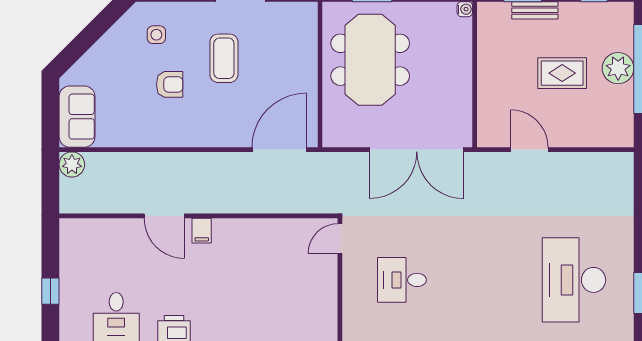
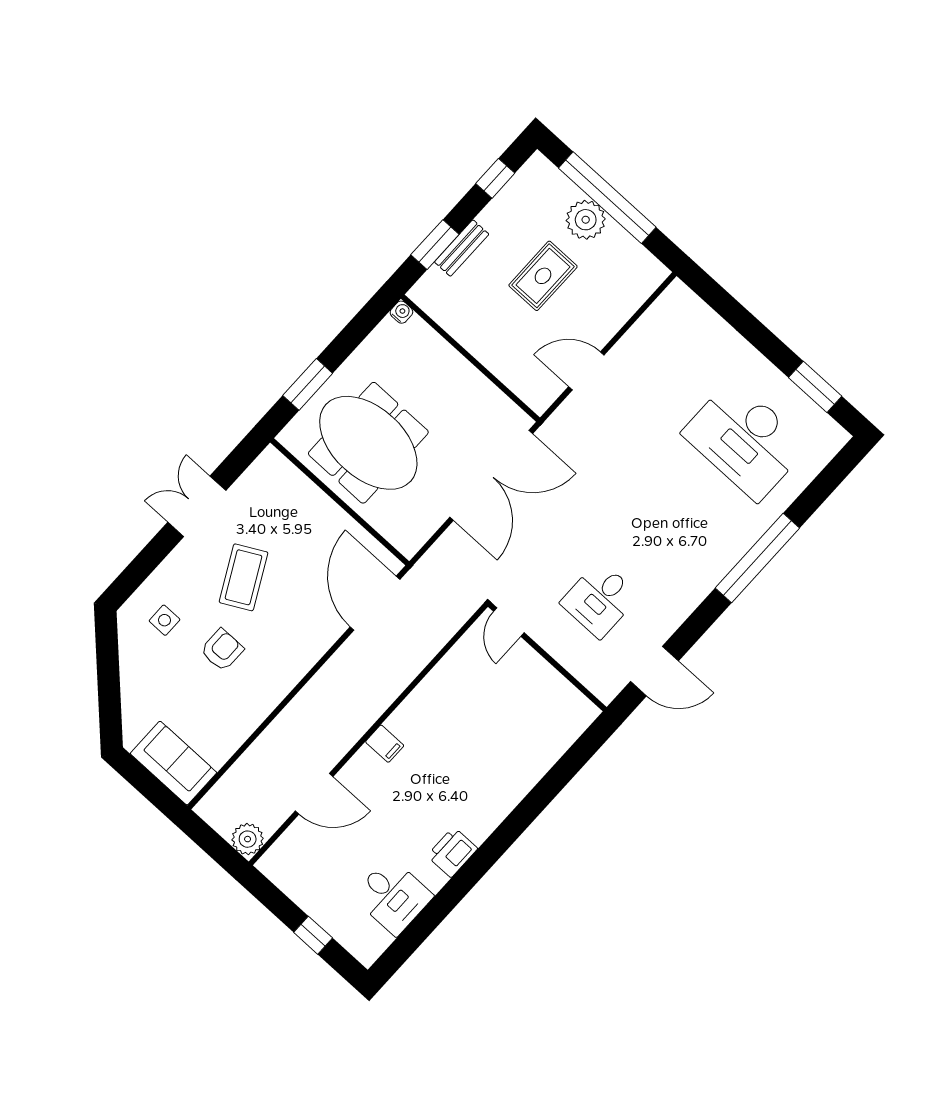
coffee table: (224, 58) -> (244, 577), turned 62
plant: (72, 164) -> (248, 839), moved
door: (164, 216) -> (314, 794), moved

